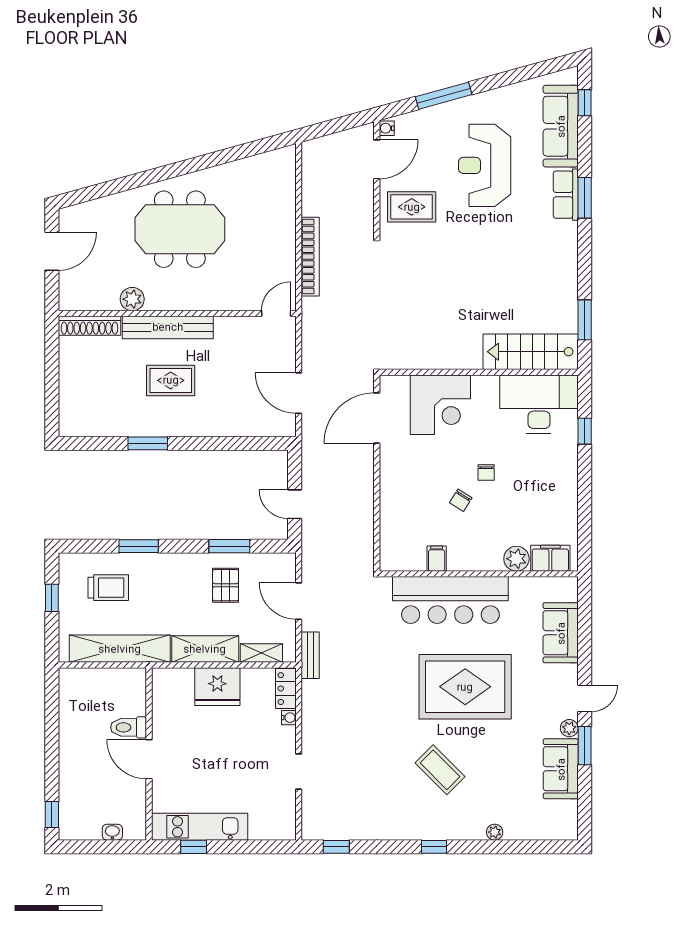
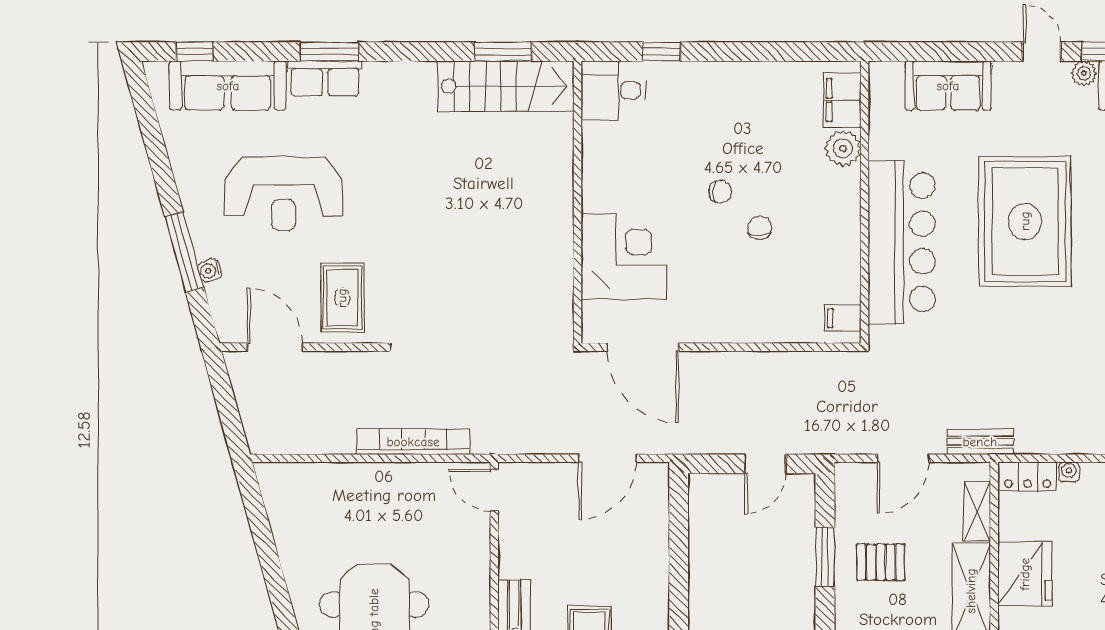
water cooler: (387, 128) -> (210, 270), moved, turned 75
stairs: (531, 352) -> (505, 86), moved, turned -90
desk: (539, 404) -> (613, 90), width x0.53, depth x0.77
chair: (461, 500) -> (760, 228), turned -122
filing cabinet: (437, 559) -> (843, 318), moved

